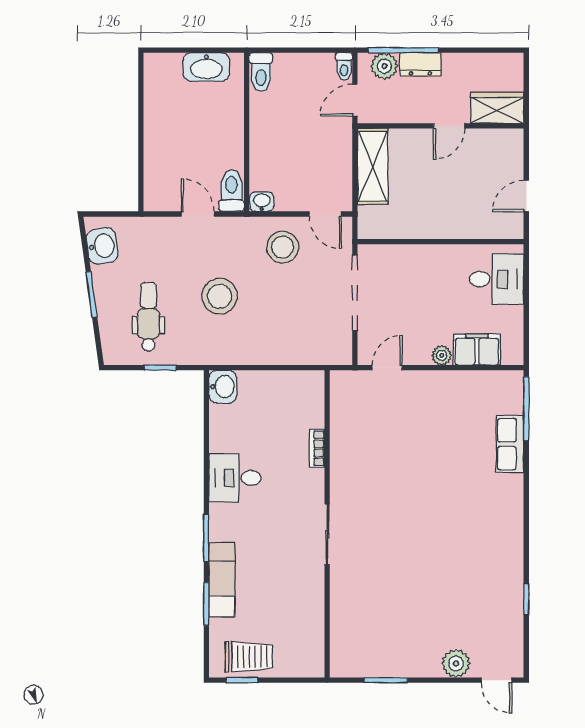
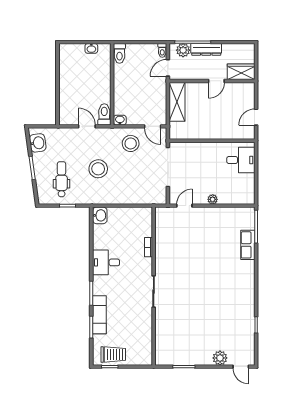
dresser: (420, 64) -> (206, 49), width x1.44
washbasin: (206, 67) -> (91, 48), width x0.52, depth x0.69
filing cabinet: (477, 350) -> (231, 196), removed

